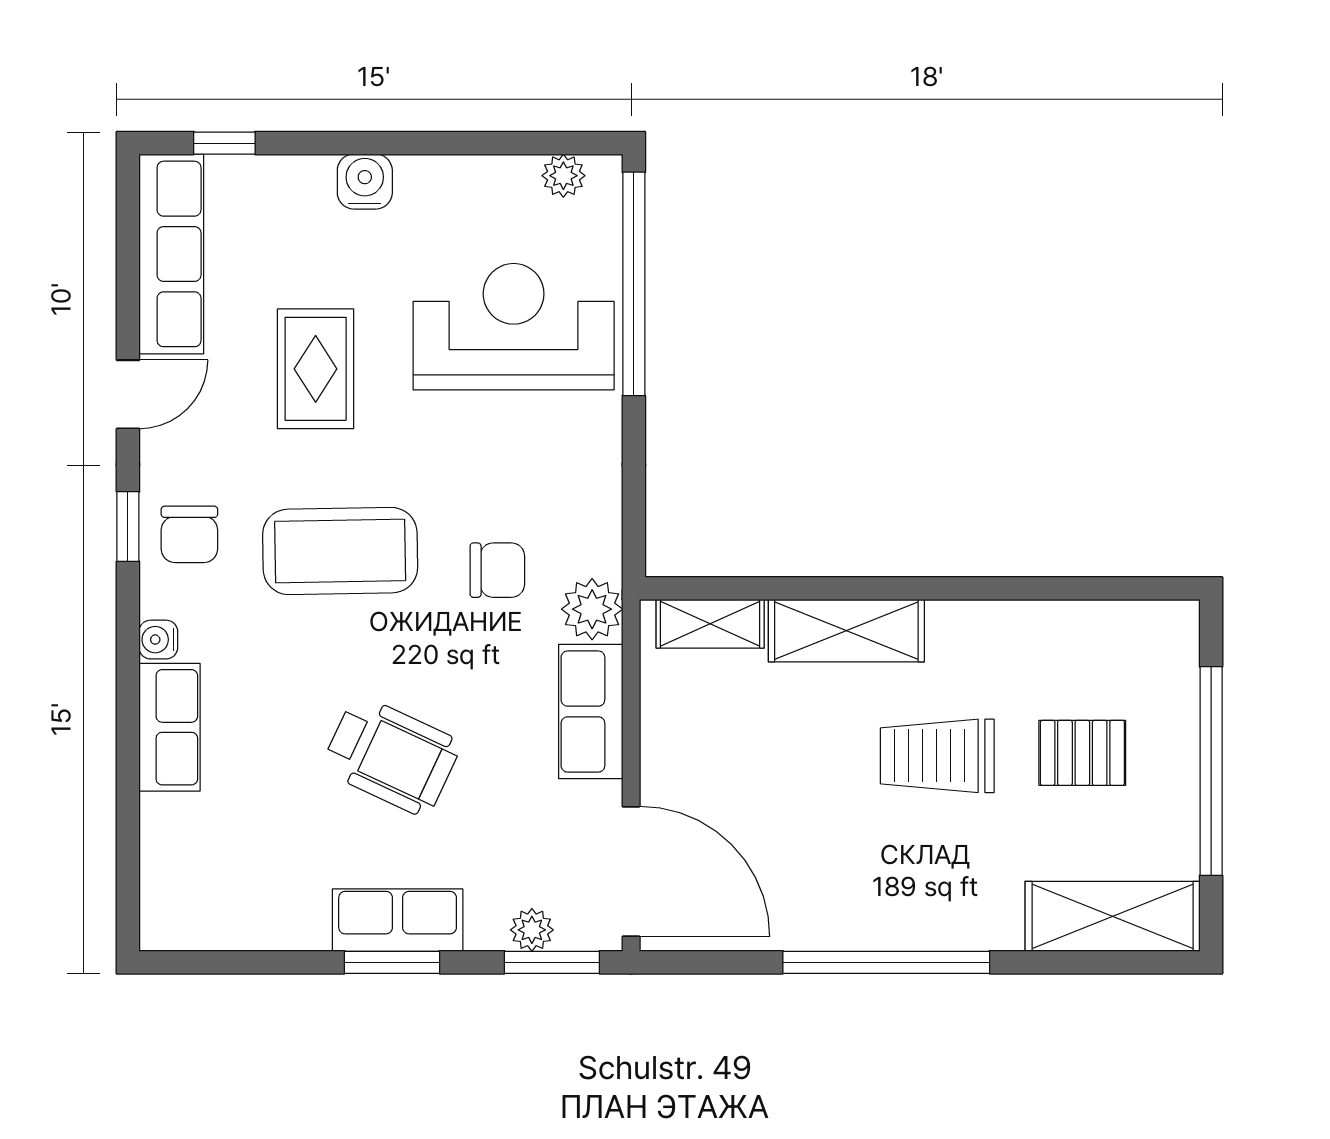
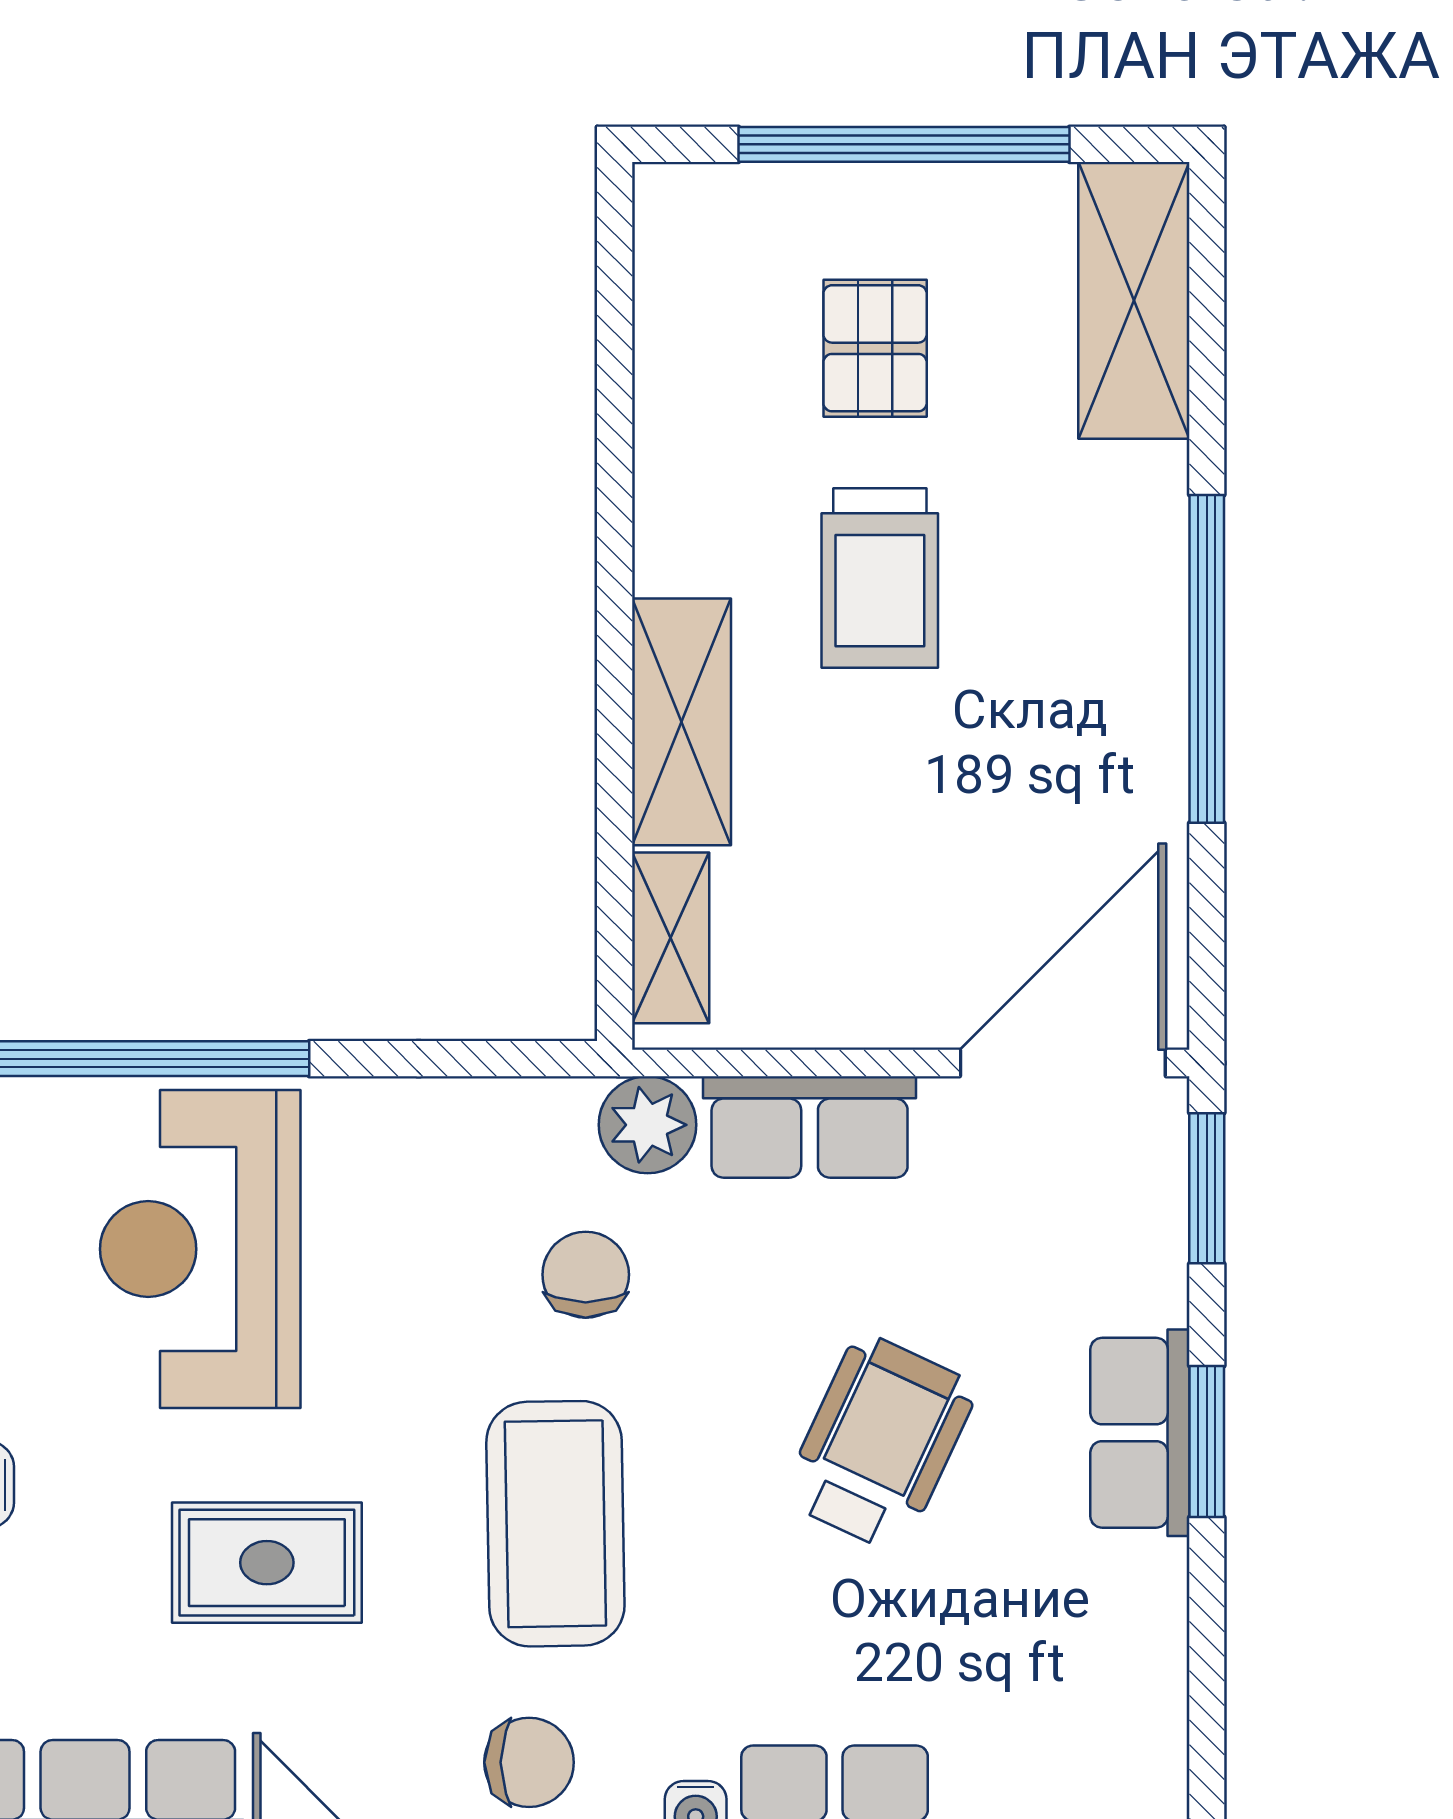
plant: (532, 930) -> (1155, 1220), removed

